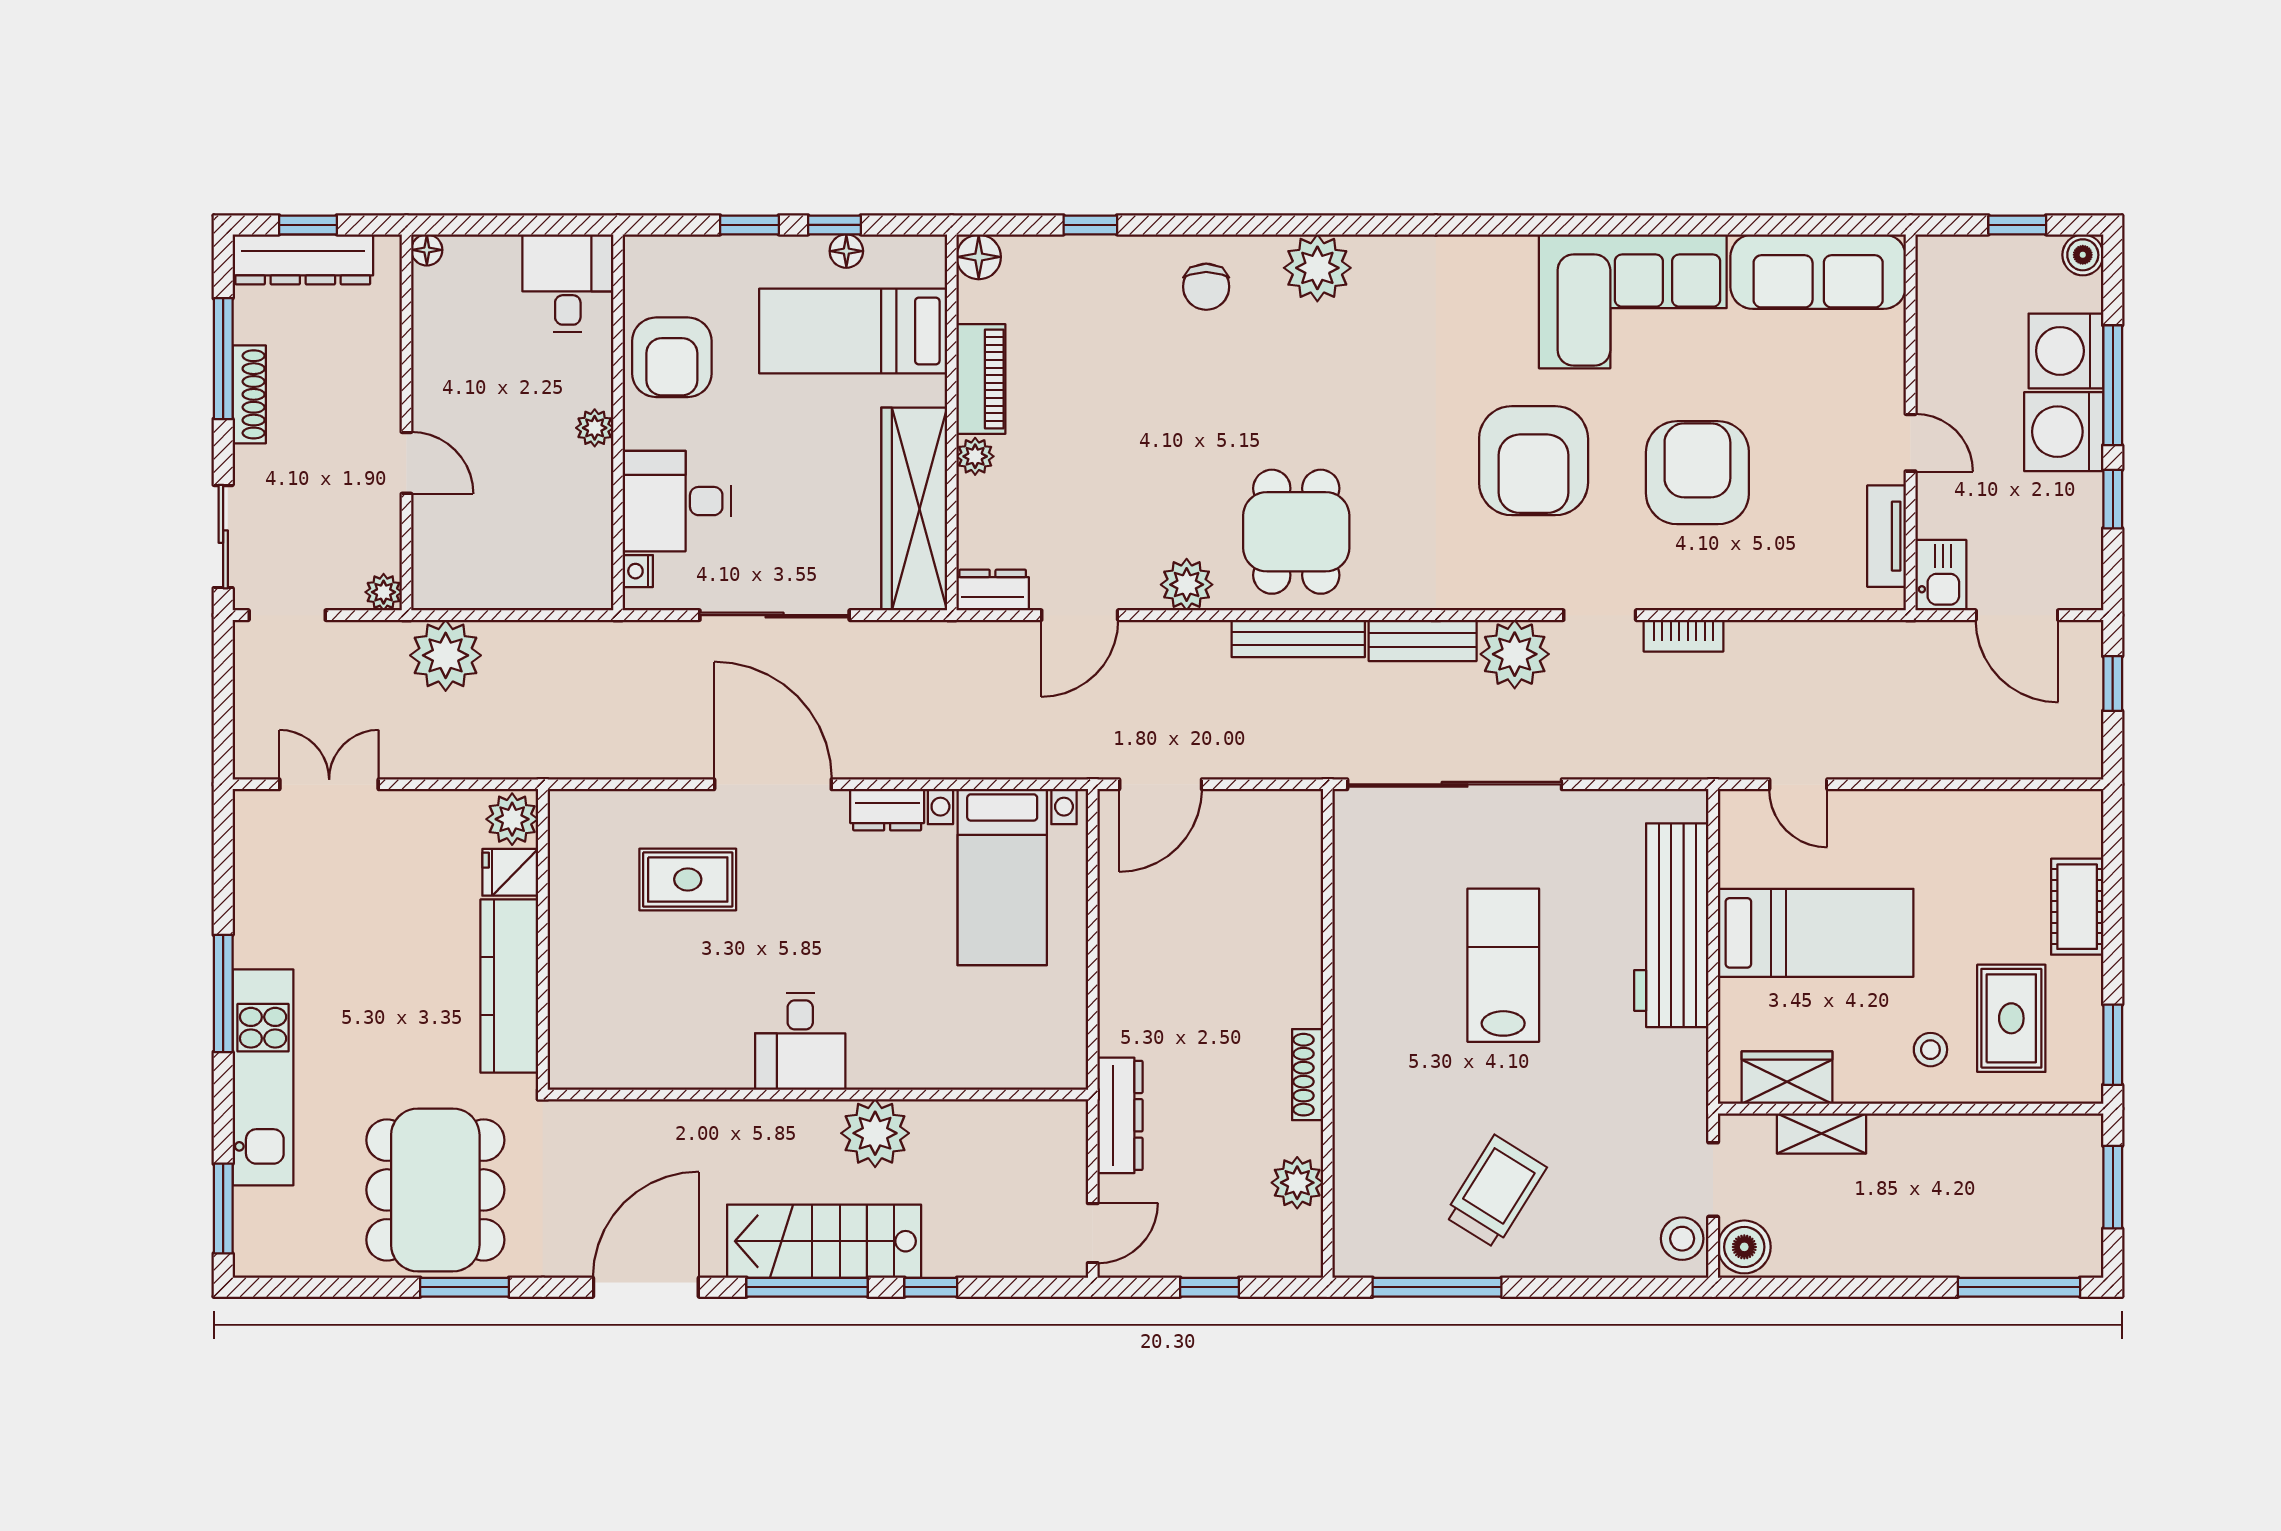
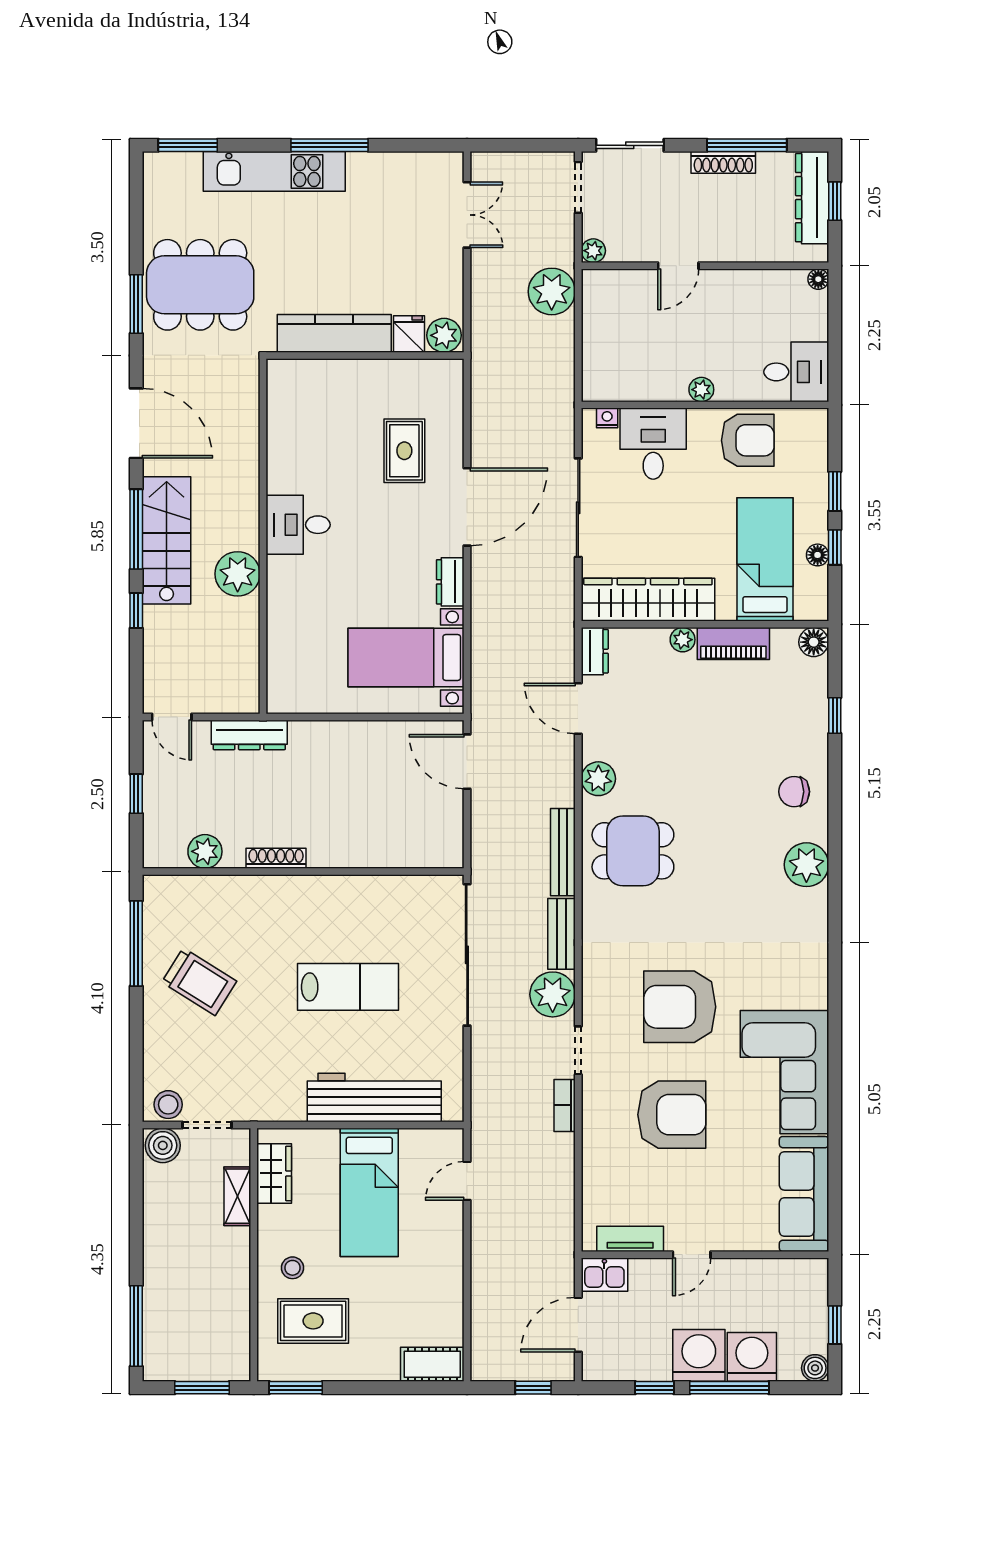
armchair: (672, 357) -> (748, 440), turned 180
cot: (2077, 907) -> (432, 1364), moved

